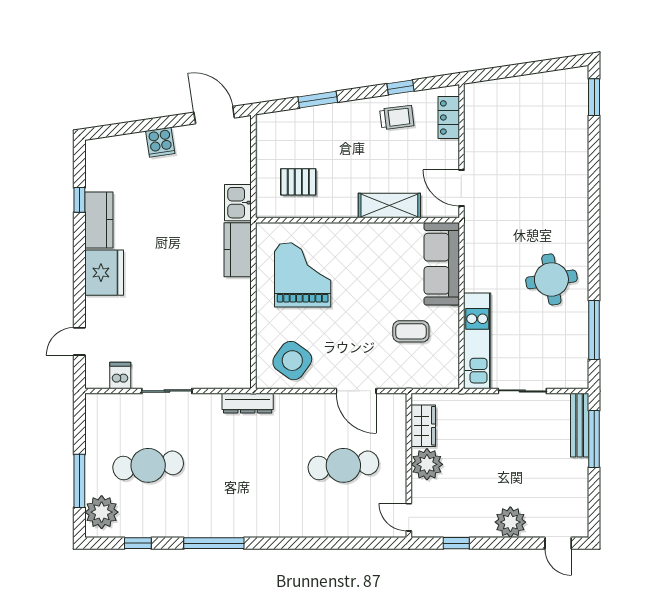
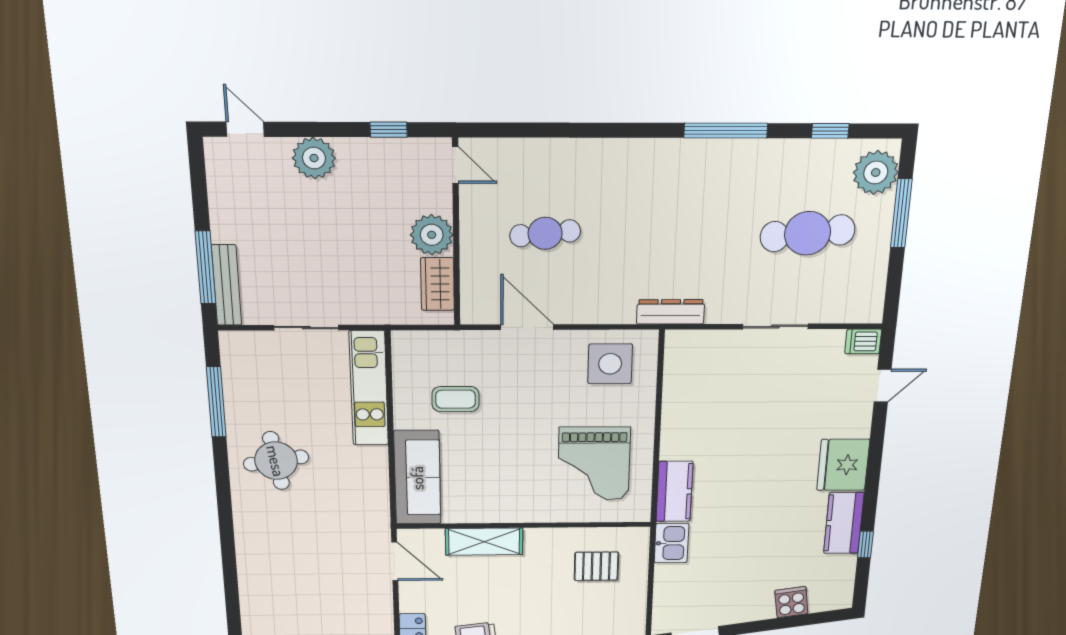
cooker: (160, 142) -> (791, 602), moved
side table: (292, 361) -> (610, 364), turned -36
dishwasher: (120, 375) -> (863, 341), moved, turned 90
cafe table: (343, 465) -> (545, 233), width x0.73, depth x0.74

